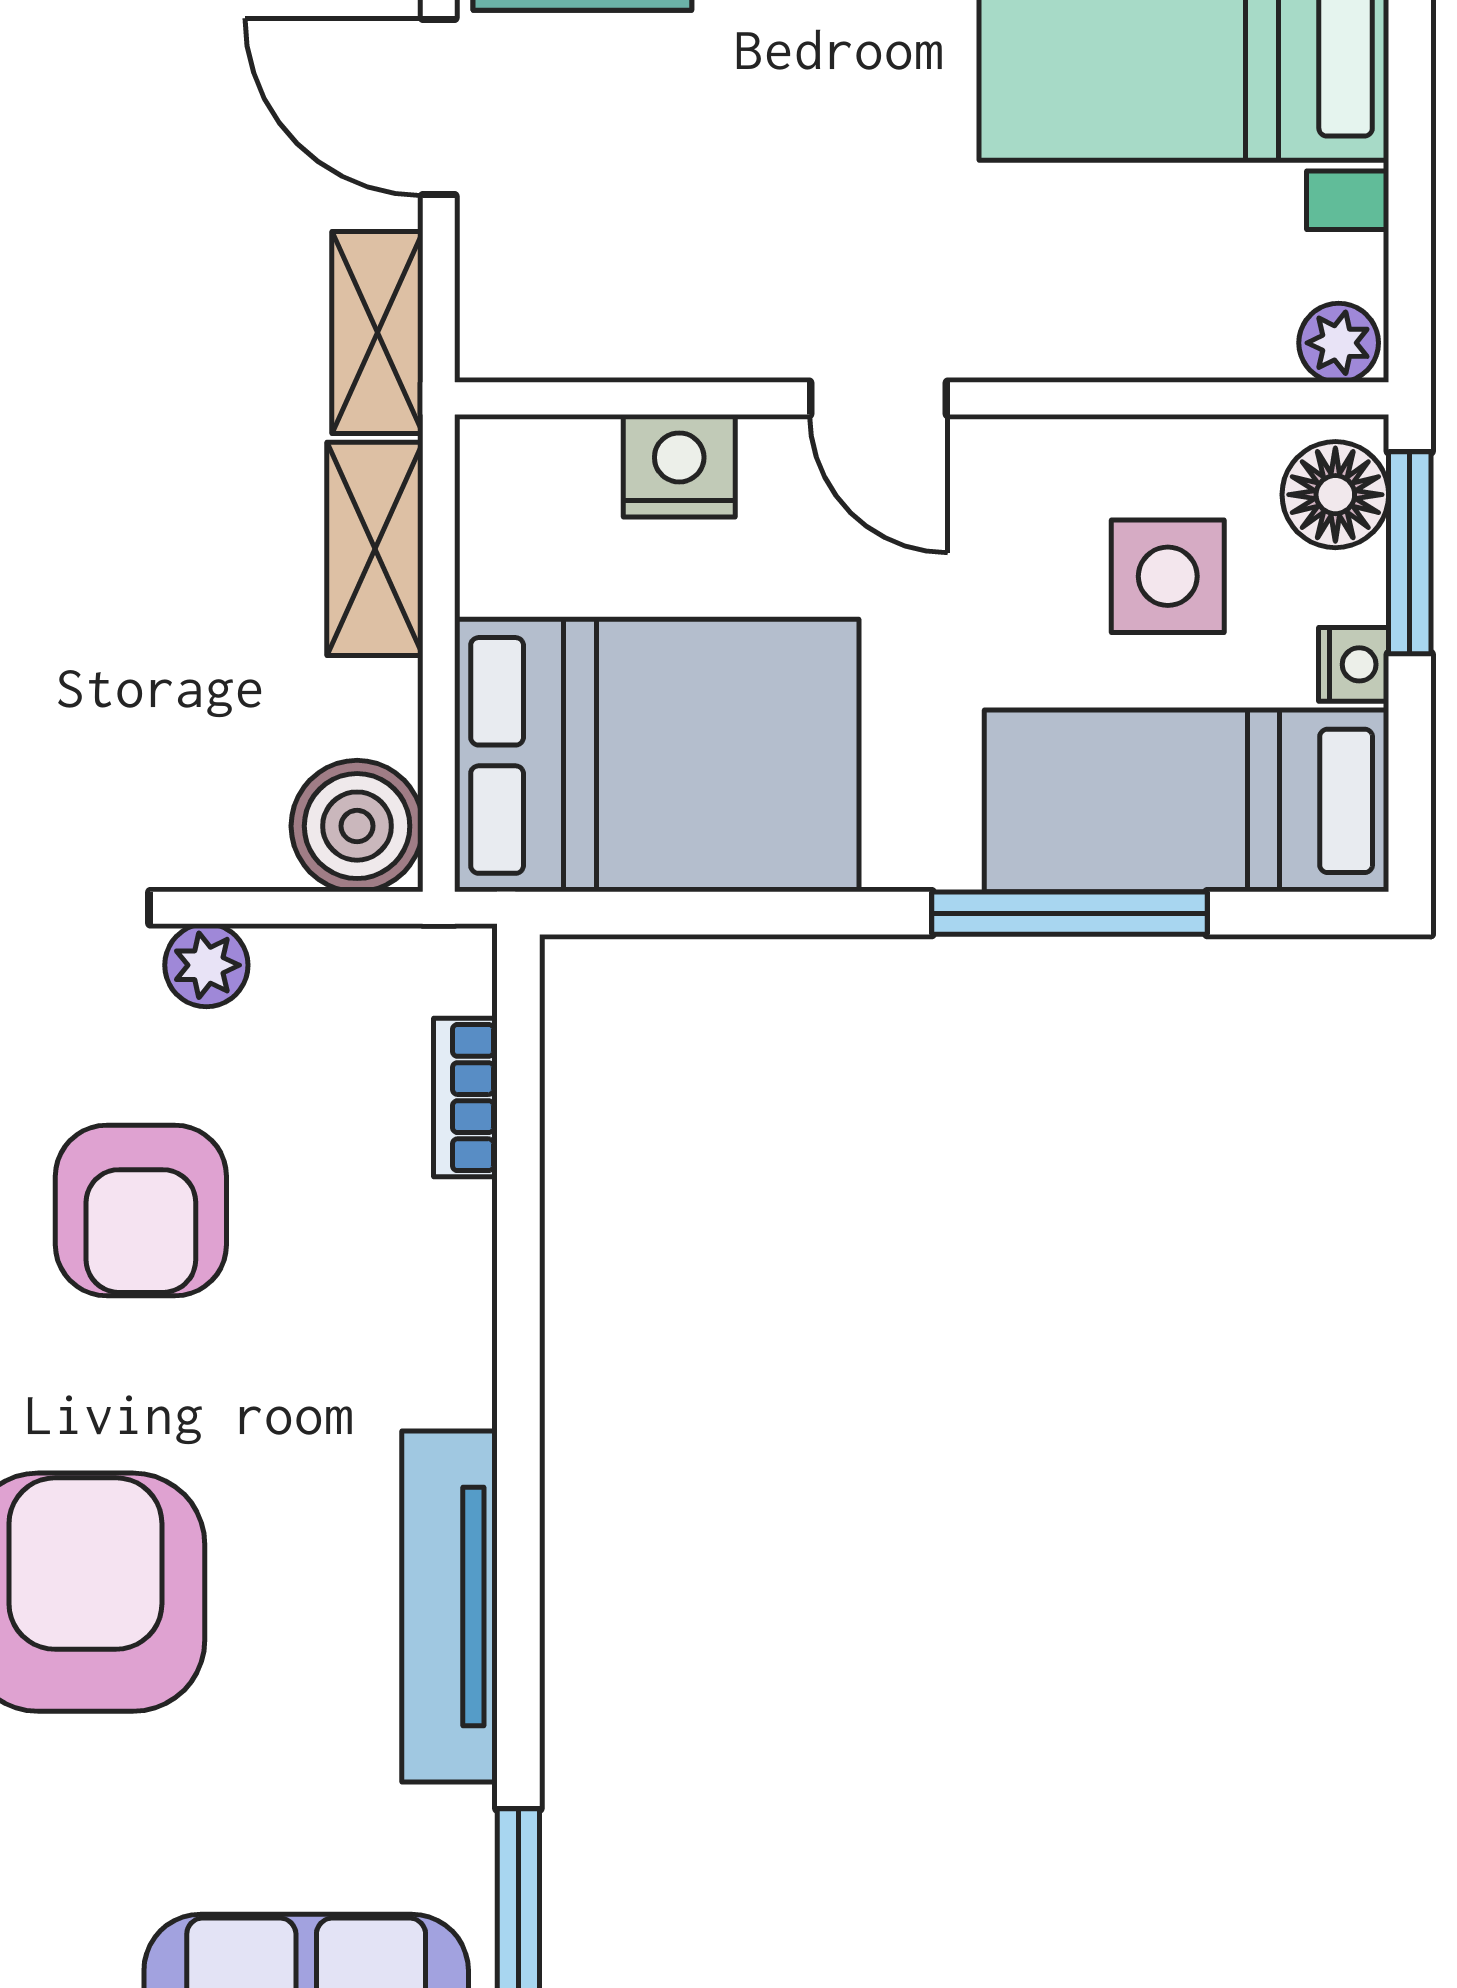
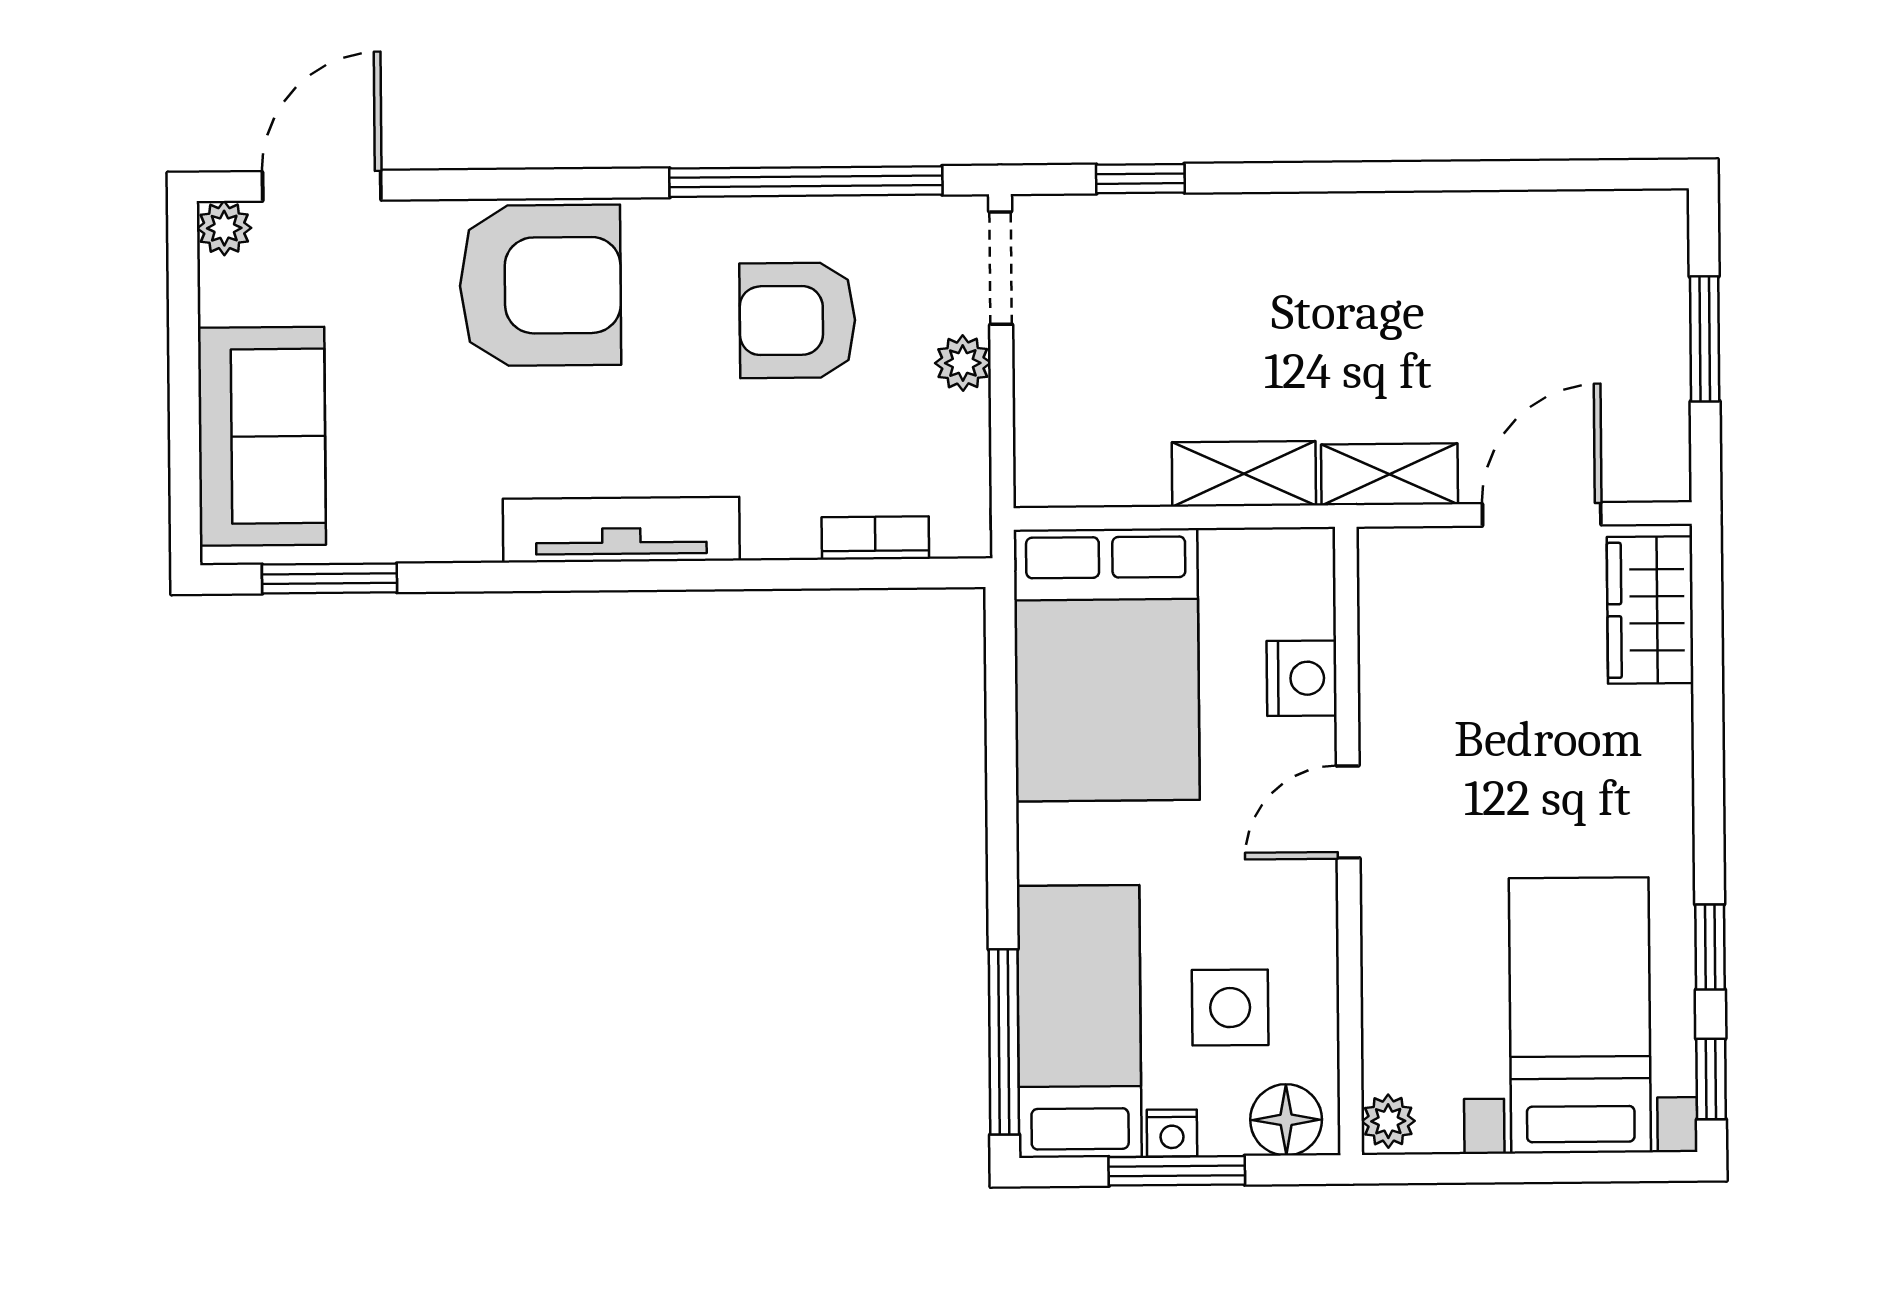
window: (1410, 553) -> (1177, 1171), moved
boiler: (357, 826) -> (1057, 464), removed
window: (1069, 913) -> (1004, 1042), moved
tv unit: (449, 1607) -> (621, 530), moved

